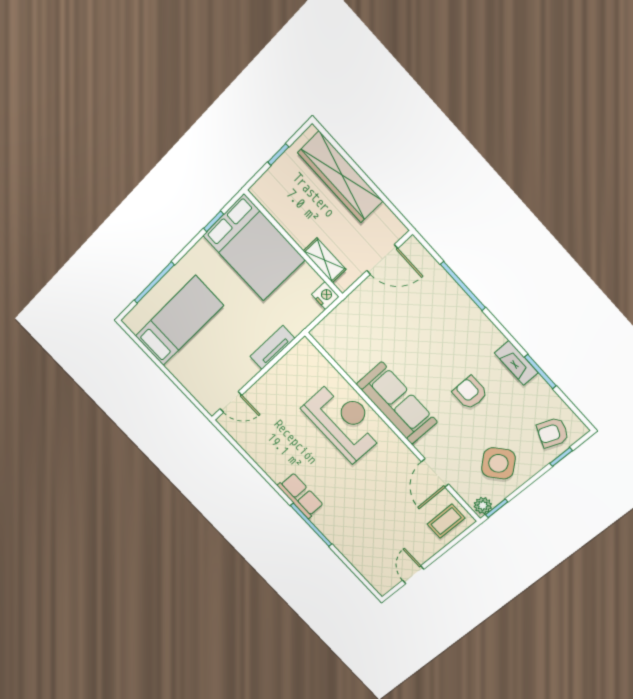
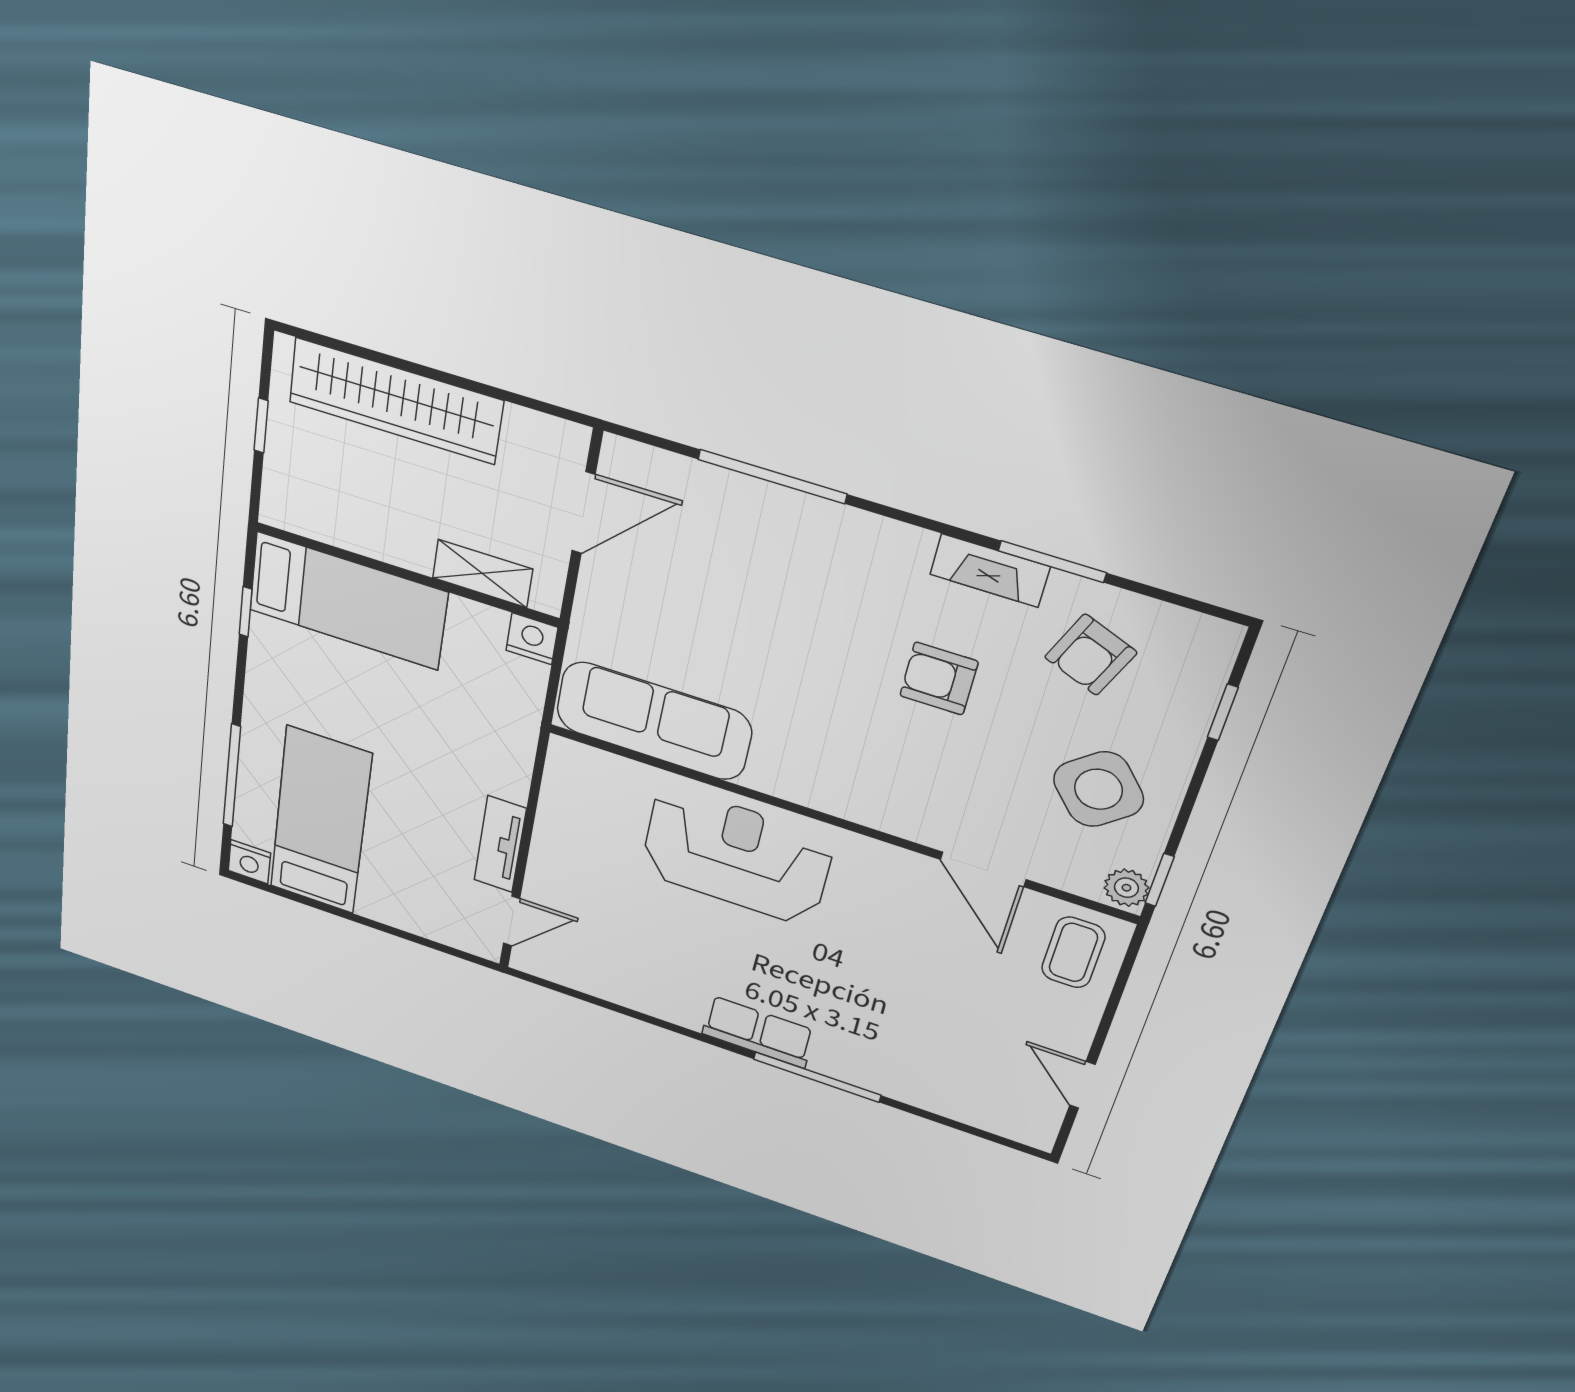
bed: (254, 248) -> (348, 601), width x0.67
nightstand: (133, 321) -> (249, 862), added
tv unit: (272, 348) -> (500, 844), moved
sofa: (397, 403) -> (654, 721), moved
armchair: (553, 433) -> (1091, 655), moved

